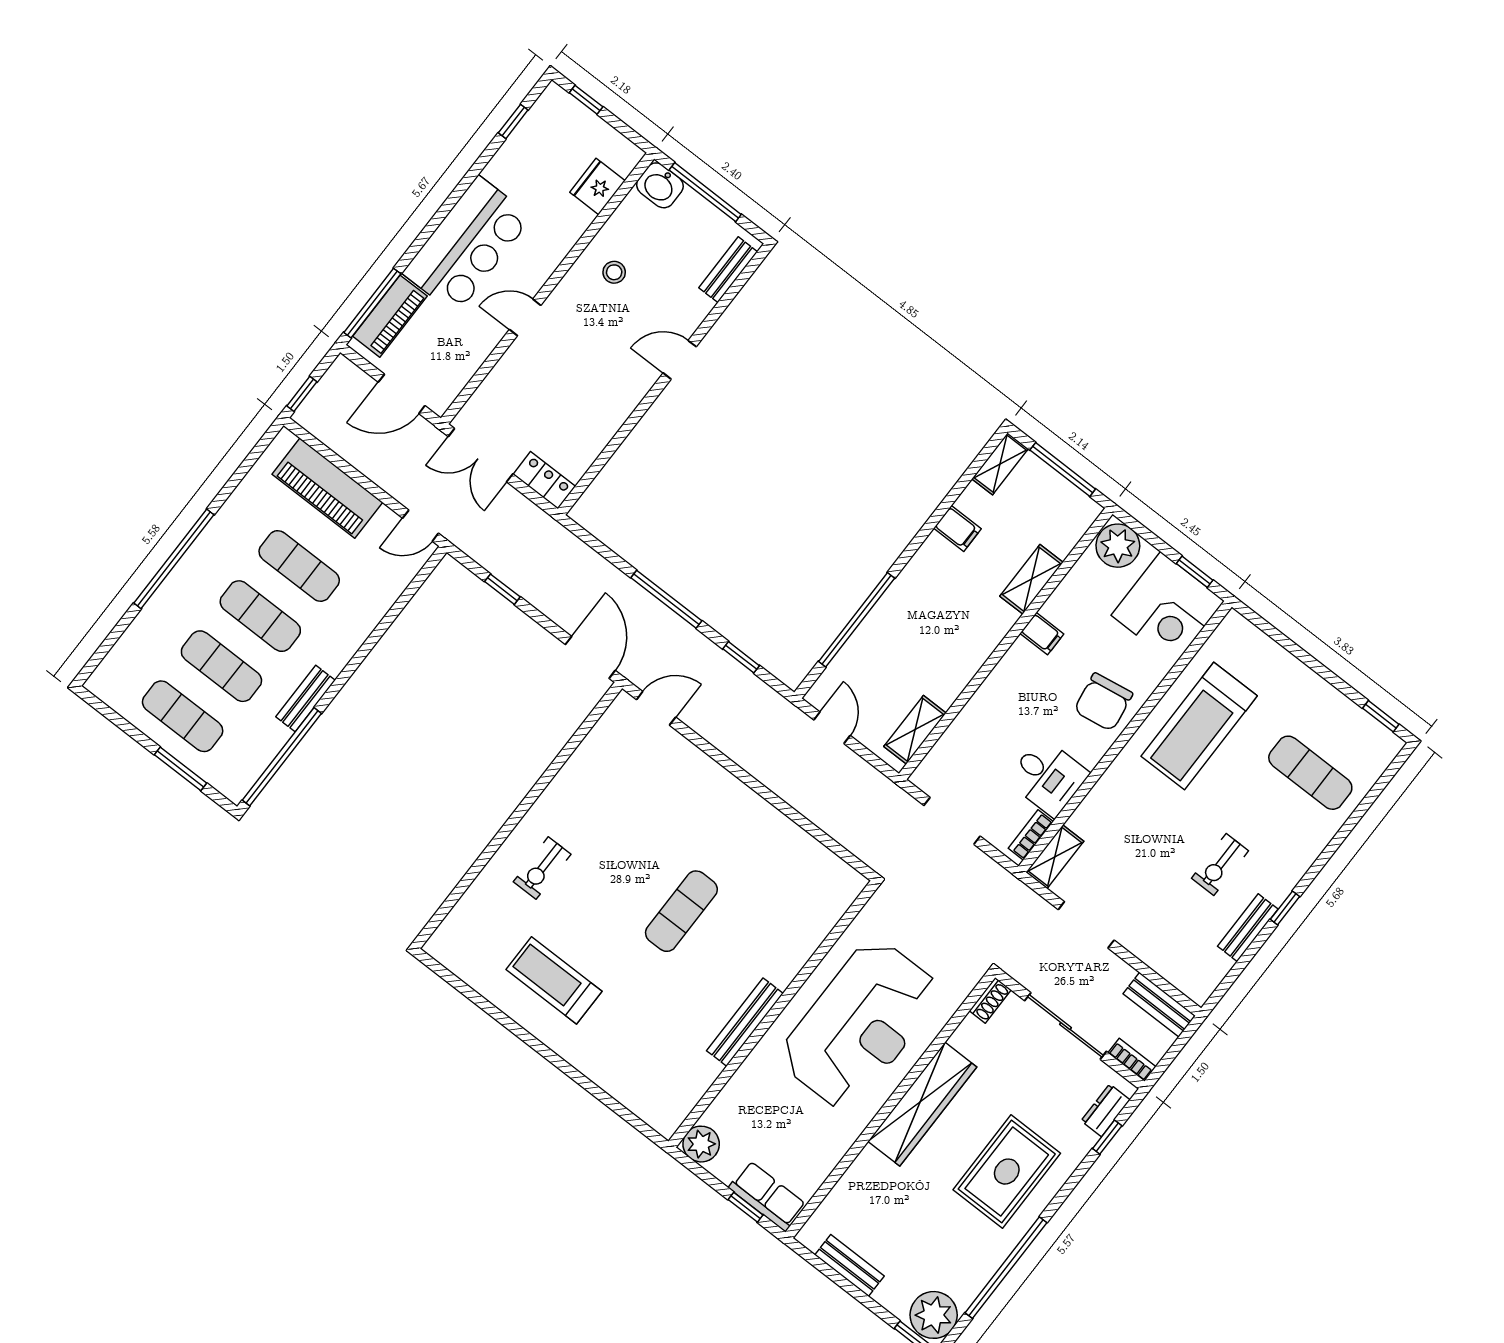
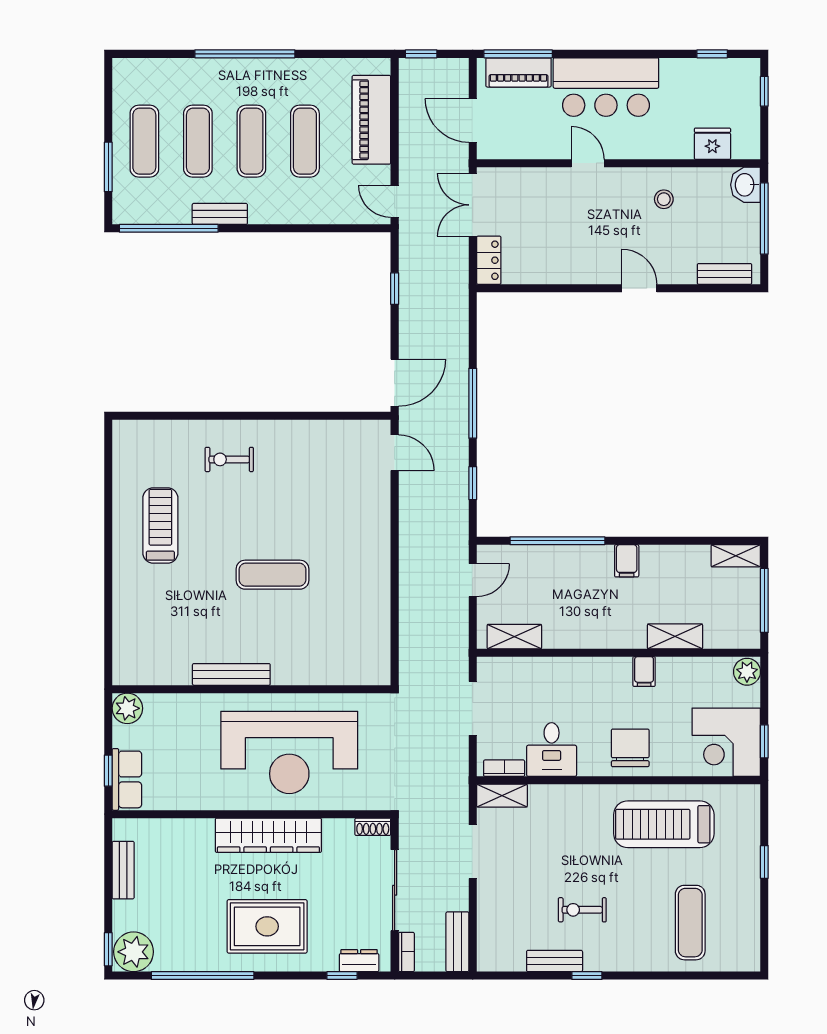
filing cabinet: (957, 529) -> (627, 561), moved
plant: (1118, 546) -> (747, 672), width x0.73, depth x0.73
chair: (1103, 702) -> (630, 748), turned 99
window: (1381, 716) -> (764, 862), moved

